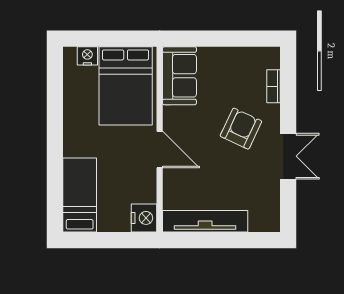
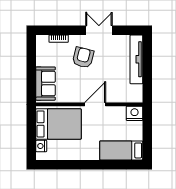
sofa: (179, 76) -> (46, 84), moved, turned 90
armchair: (241, 129) -> (83, 57), turned 79
tv unit: (205, 221) -> (136, 59), moved

